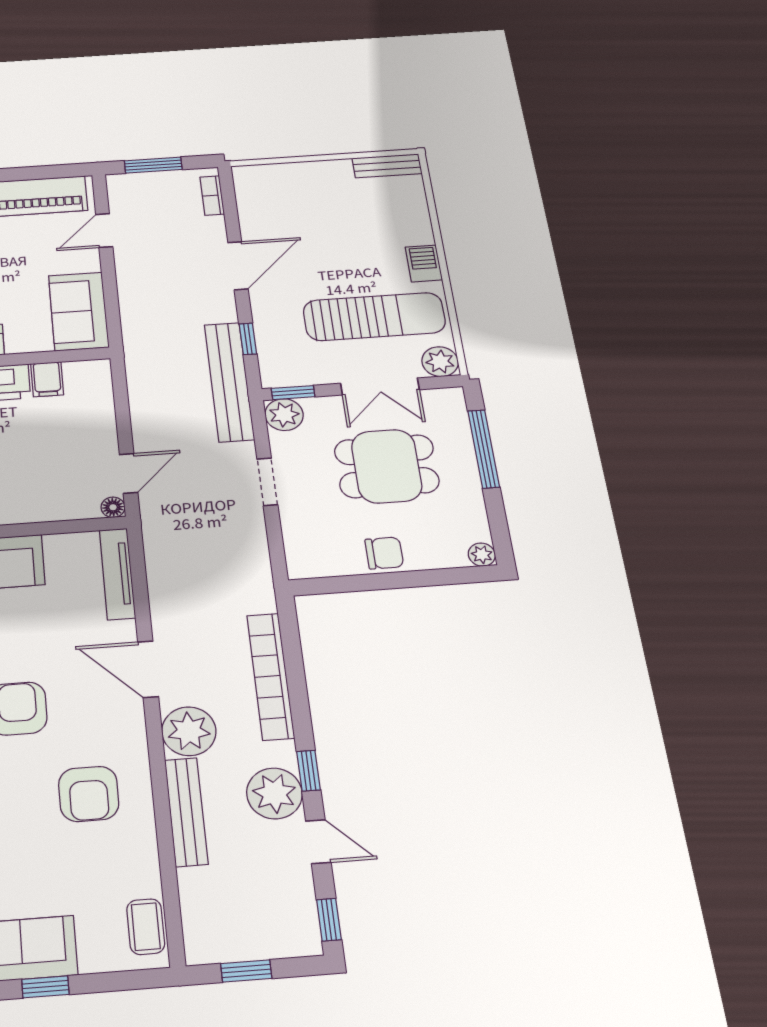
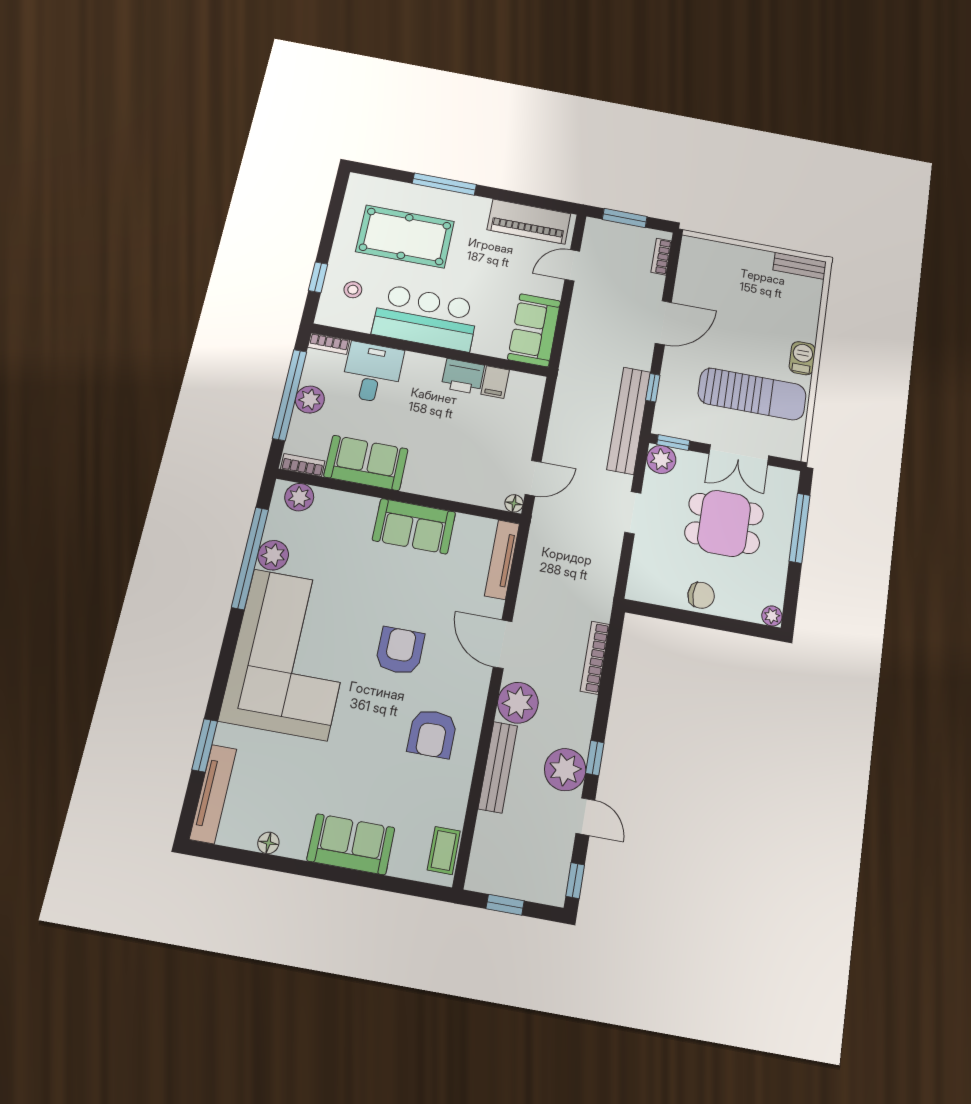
plant: (440, 362) -> (789, 446), removed
bookcase: (271, 676) -> (595, 658), width x0.68, depth x0.76
window: (45, 987) -> (360, 878), removed

